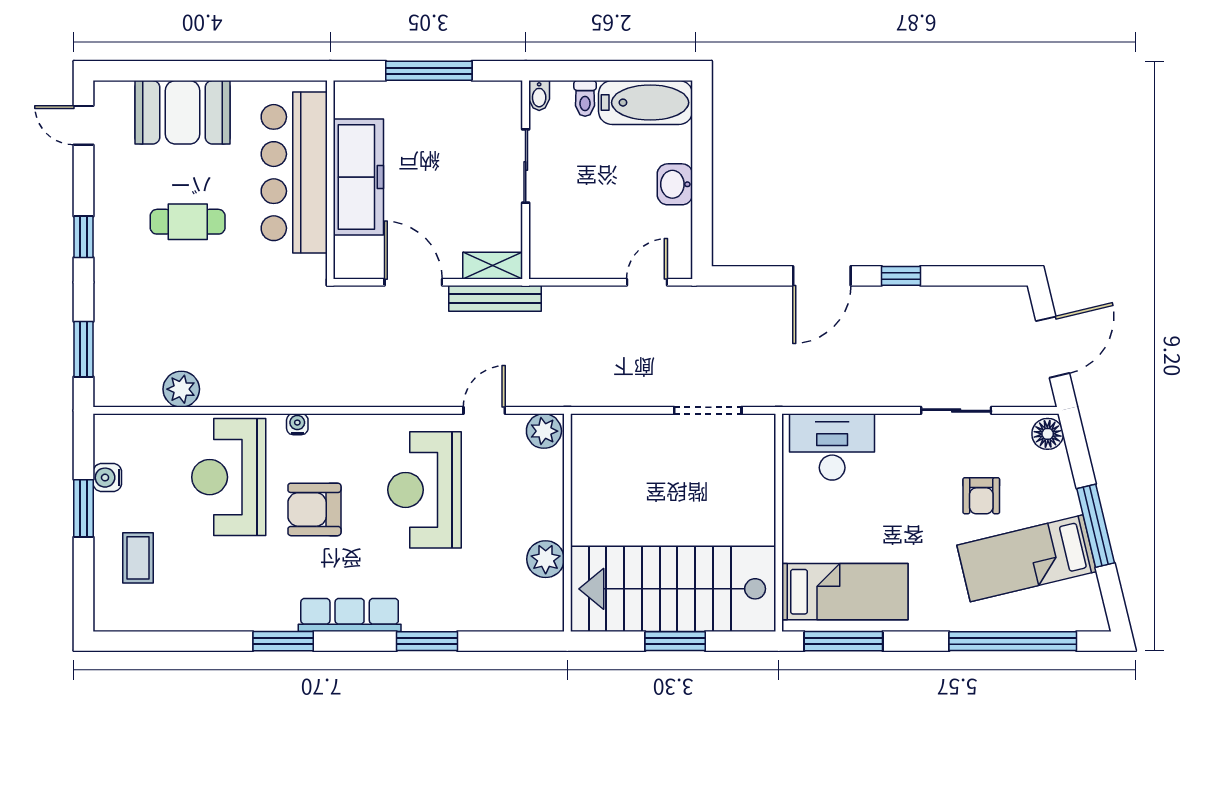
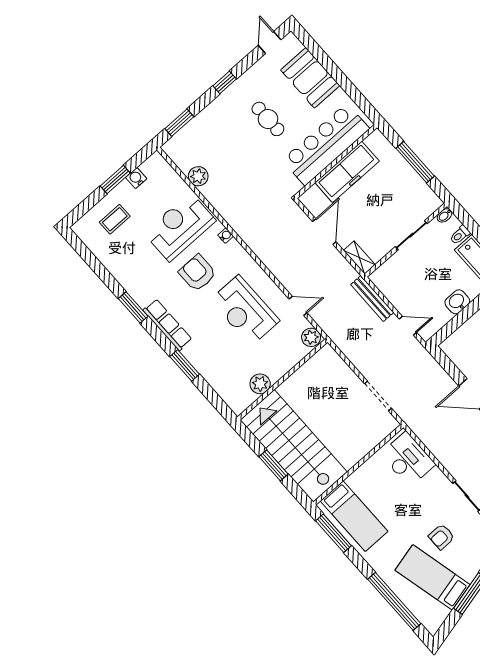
bench: (495, 298) -> (372, 299), moved
reception desk: (425, 490) -> (245, 310), turned -90

